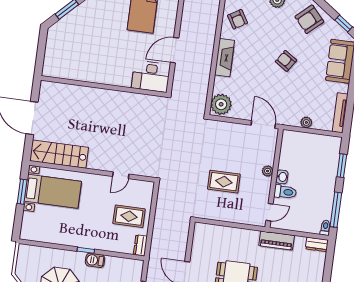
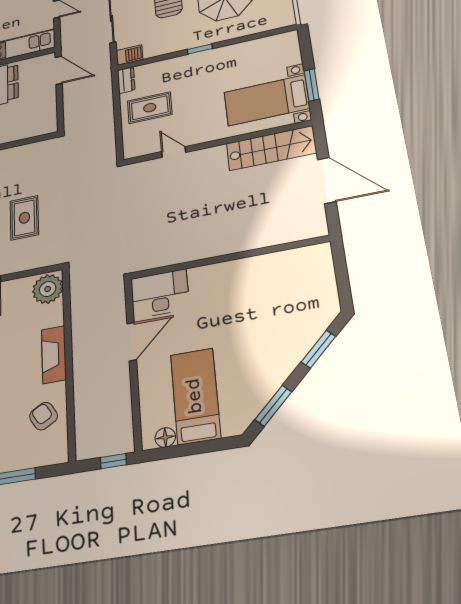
door: (121, 175) -> (174, 152), hinge flipped
rug: (224, 182) -> (24, 218), moved, turned 90
barbecue: (95, 260) -> (130, 55), moved

